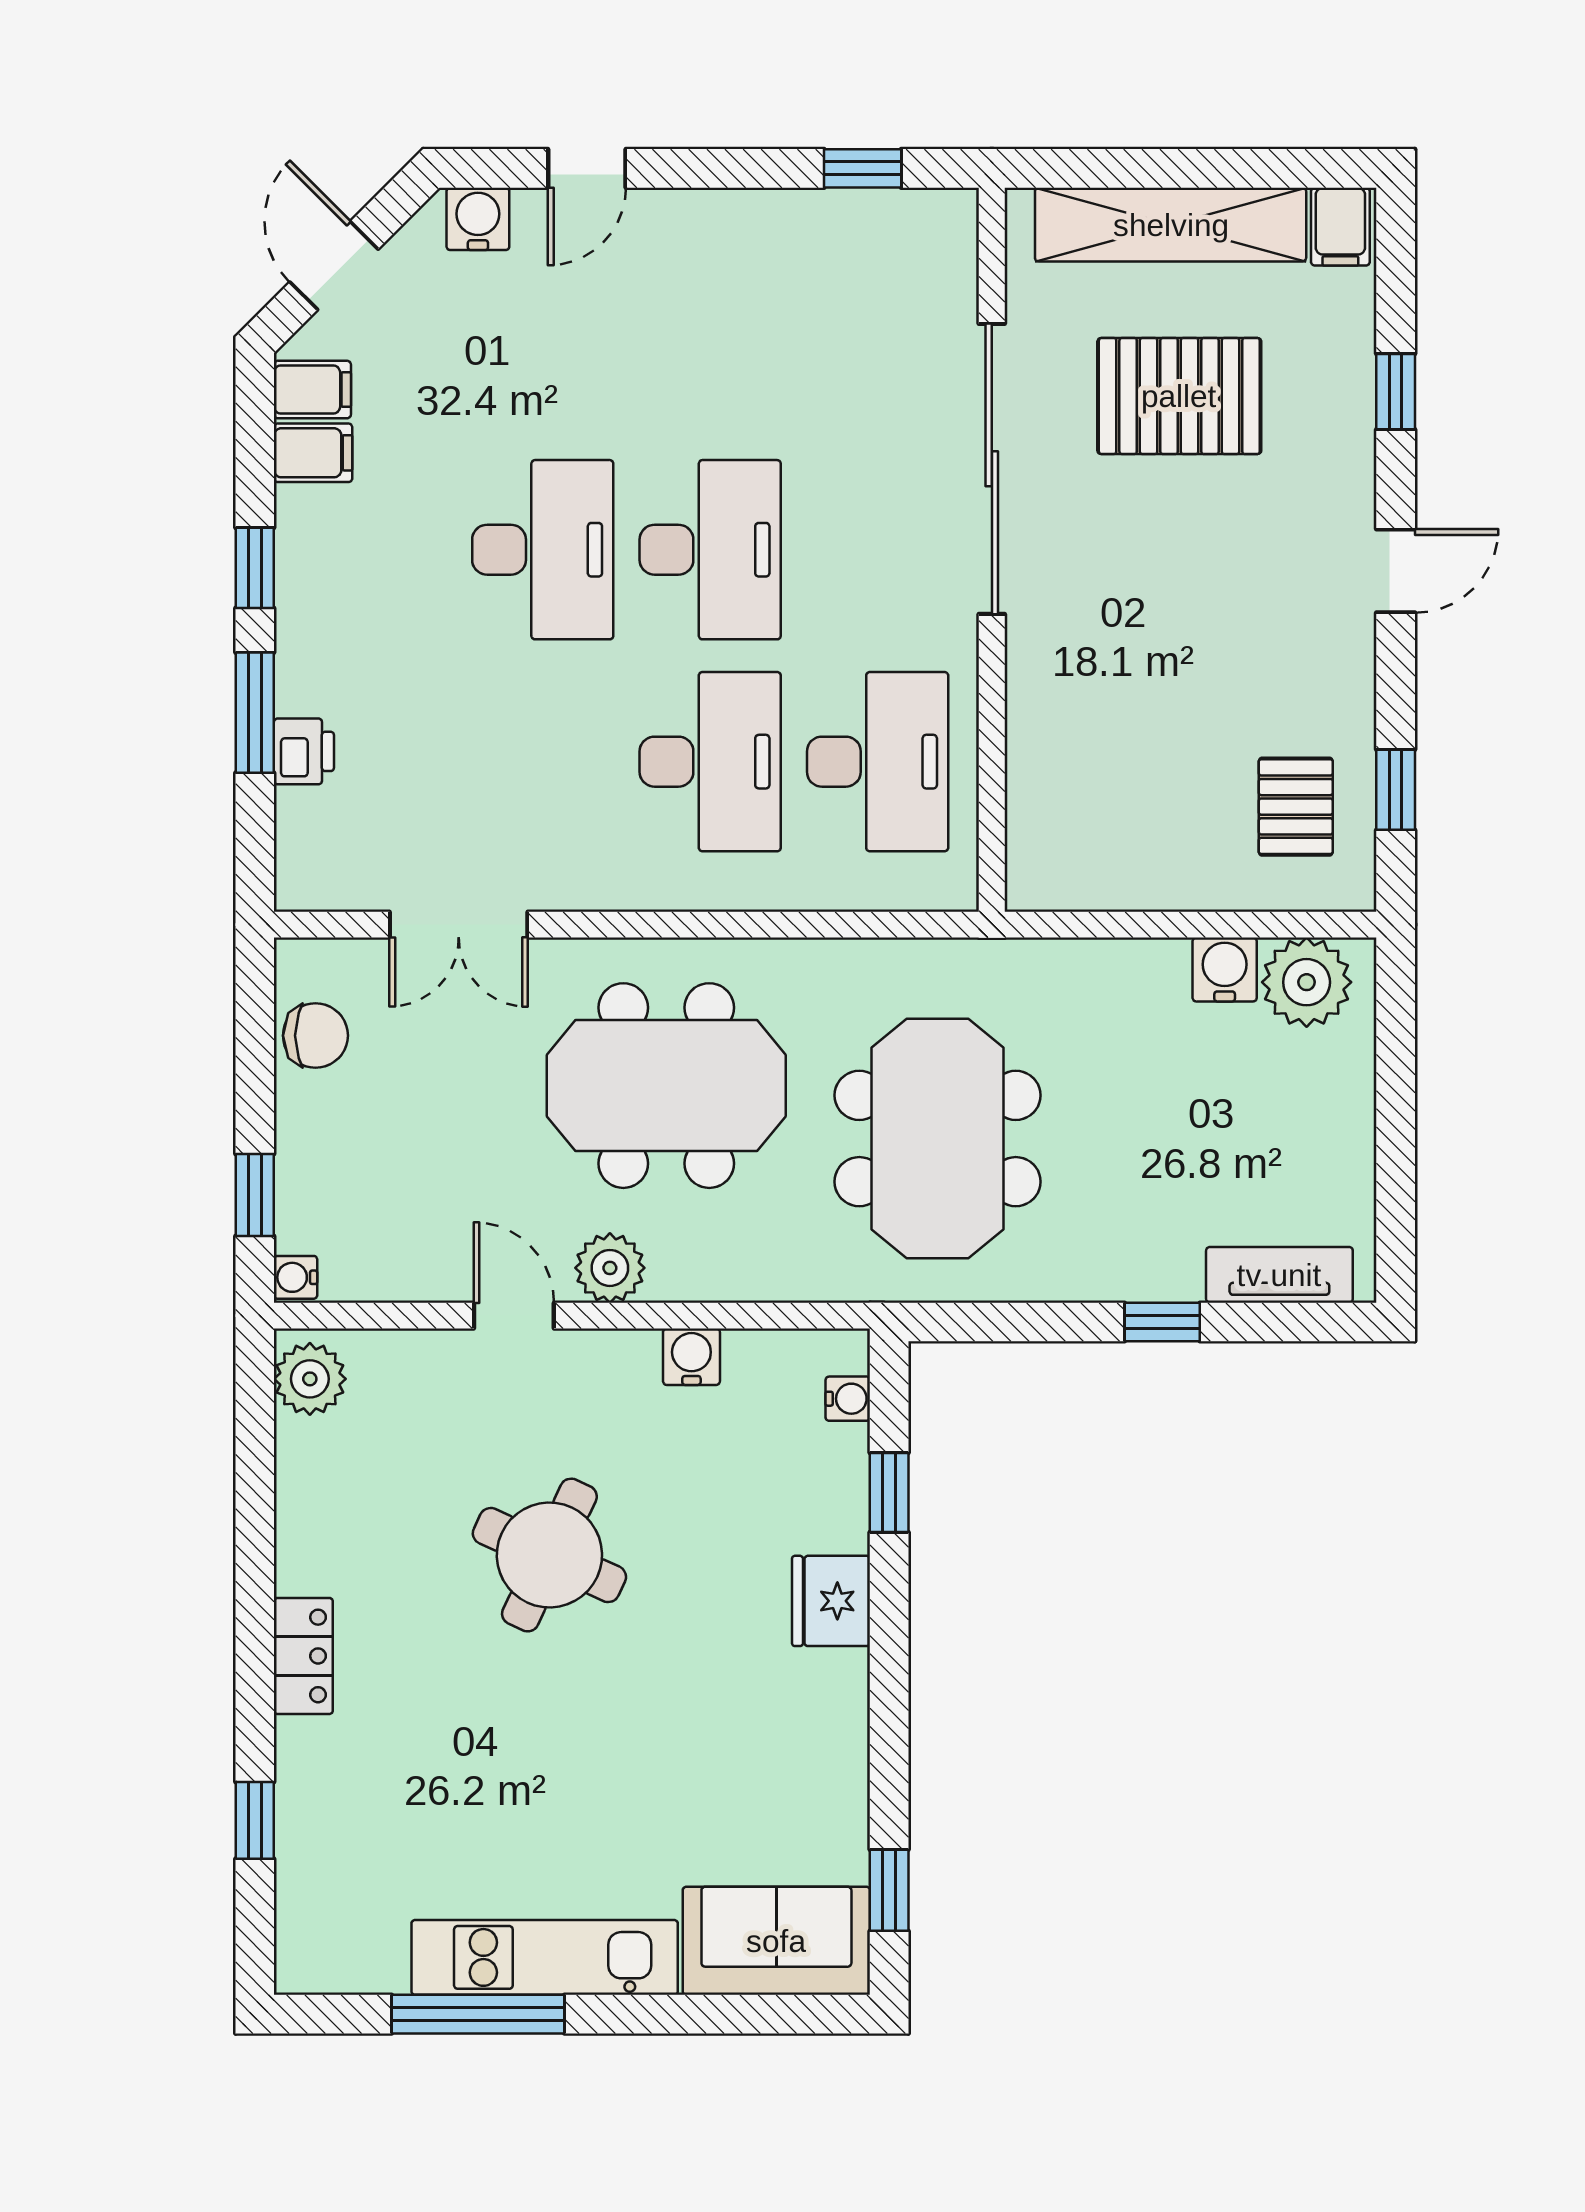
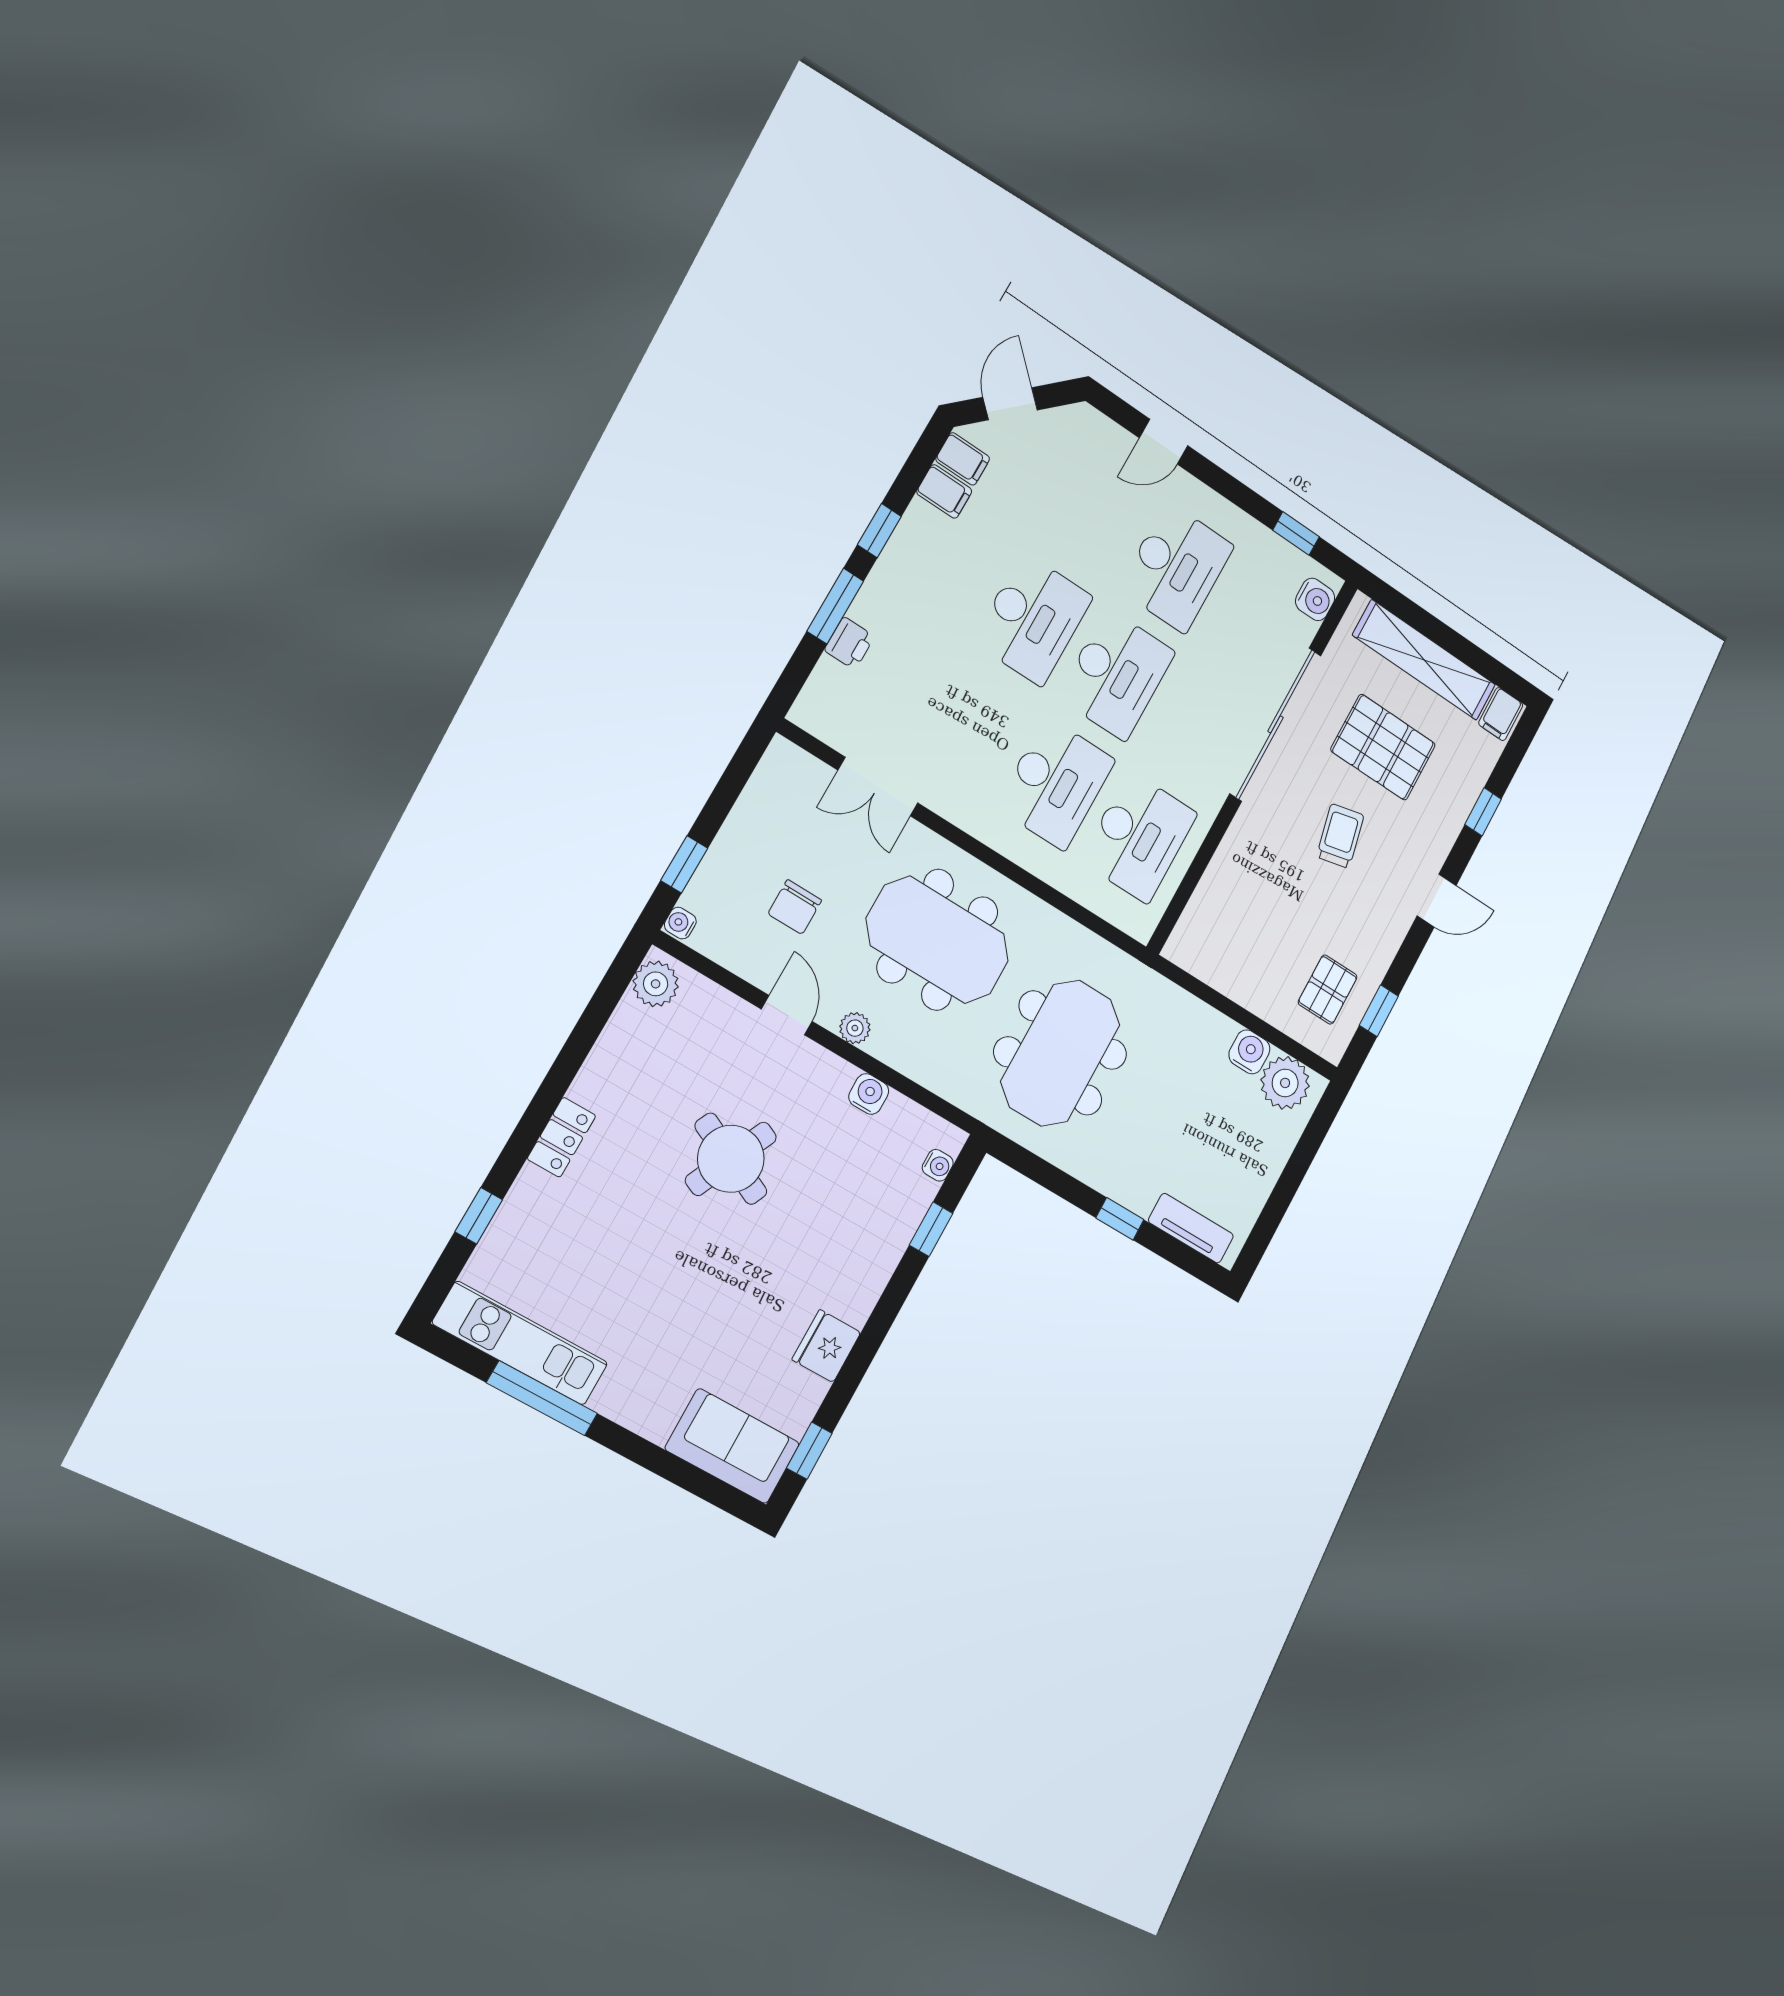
water cooler: (478, 219) -> (1315, 599), moved, turned 90
desk: (710, 338) -> (1176, 567), added
trolley: (1187, 569) -> (1340, 836), added
chair: (315, 1036) -> (795, 907), moved, turned 90
plant: (610, 1268) -> (855, 1028), width x0.73, depth x0.73
fridge: (831, 1601) -> (826, 1346), moved
kitchen unit: (545, 1957) -> (520, 1343), moved

